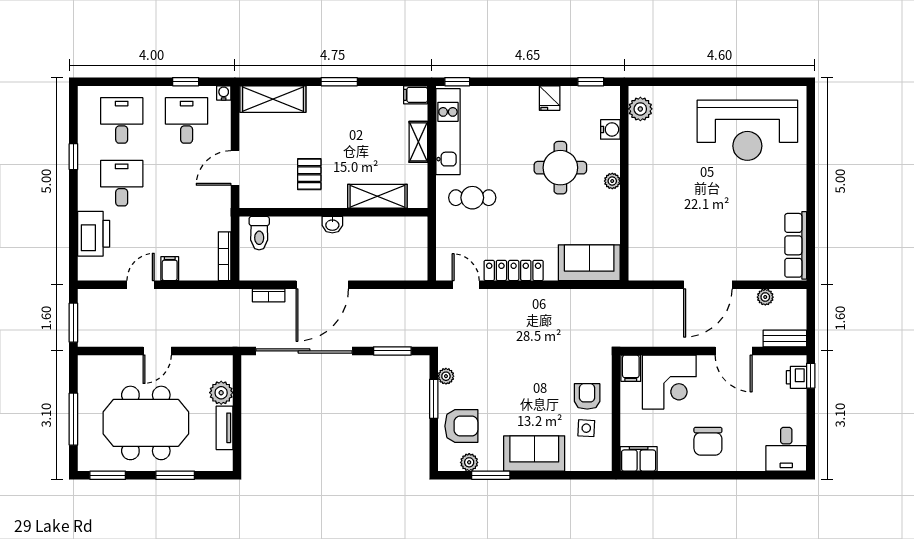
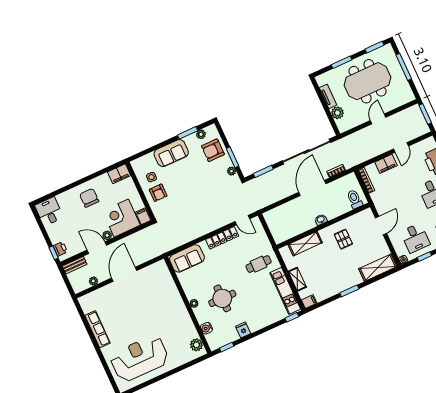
row of seats: (796, 245) -> (98, 329), moved
filing cabinet: (170, 269) -> (386, 164), width x2.00
plant: (706, 364) -> (107, 235), added

